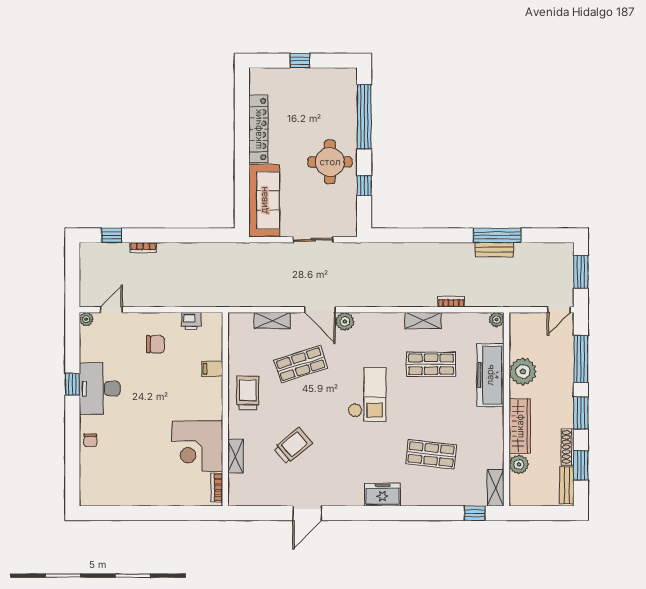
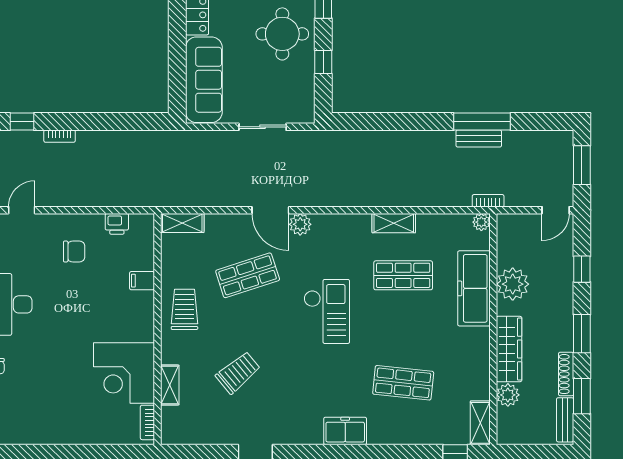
bookcase: (451, 302) -> (488, 201), moved
shelving: (272, 320) -> (182, 223), moved
window: (581, 359) -> (582, 269), width x0.46

